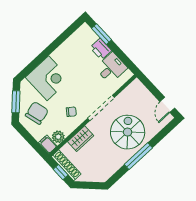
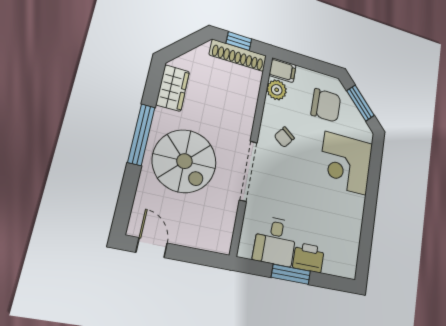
window: (102, 34) -> (291, 274), moved
chair: (37, 113) -> (326, 105), turned -75
wardrobe: (81, 139) -> (173, 88), moved, turned 180

